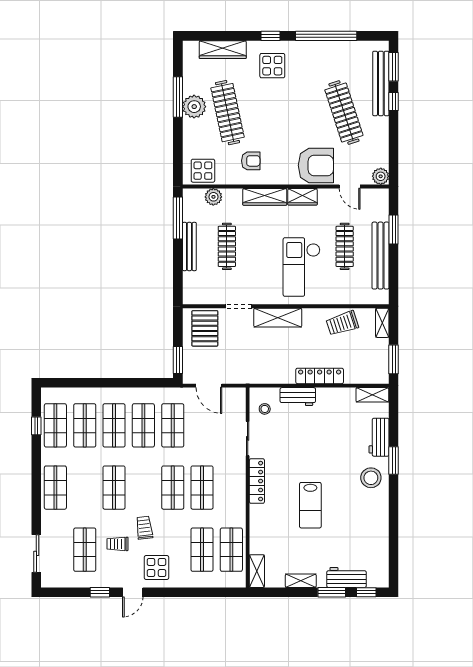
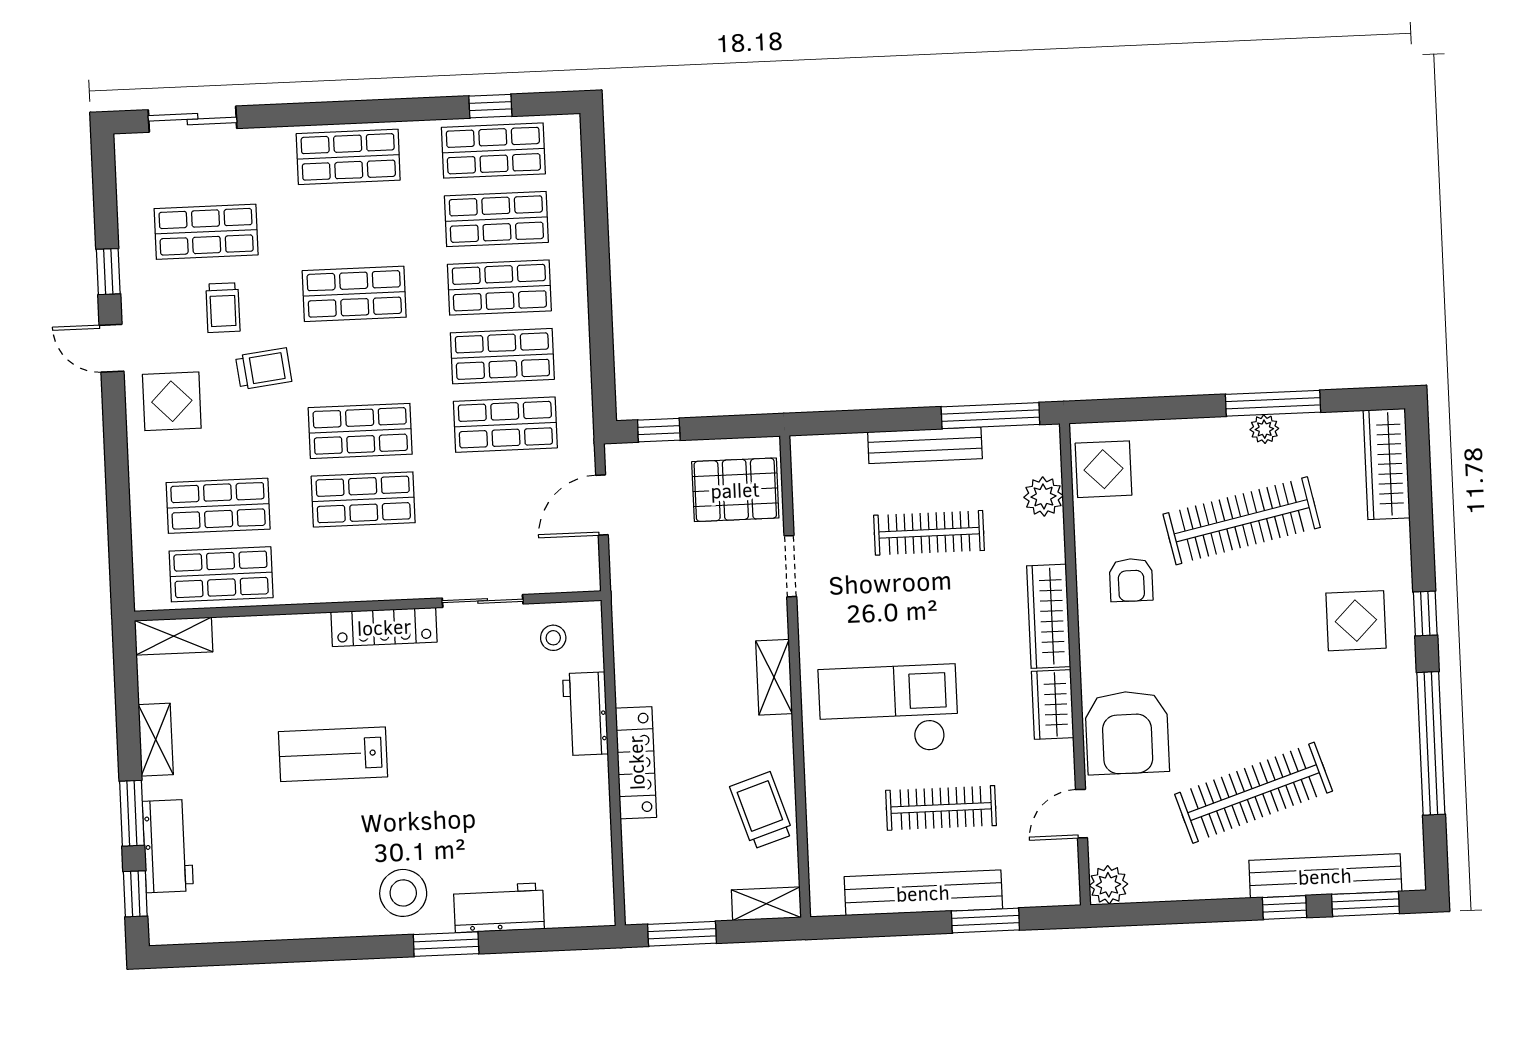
wardrobe: (223, 50) -> (1387, 464), moved
plant: (194, 107) -> (1264, 429), width x0.53, depth x0.53
shelving: (278, 318) -> (774, 677), width x0.67, depth x0.75
window: (178, 360) -> (659, 430), width x0.67
shelving: (372, 395) -> (597, 888), removed
trolley: (117, 544) -> (223, 308), turned 180

